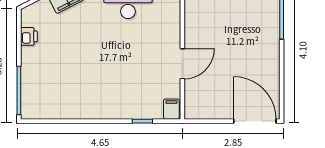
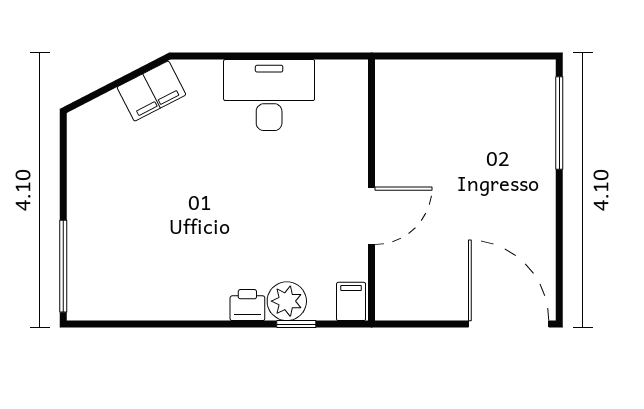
printer: (29, 36) -> (247, 305), moved, turned -90
plant: (137, 109) -> (287, 301), added

